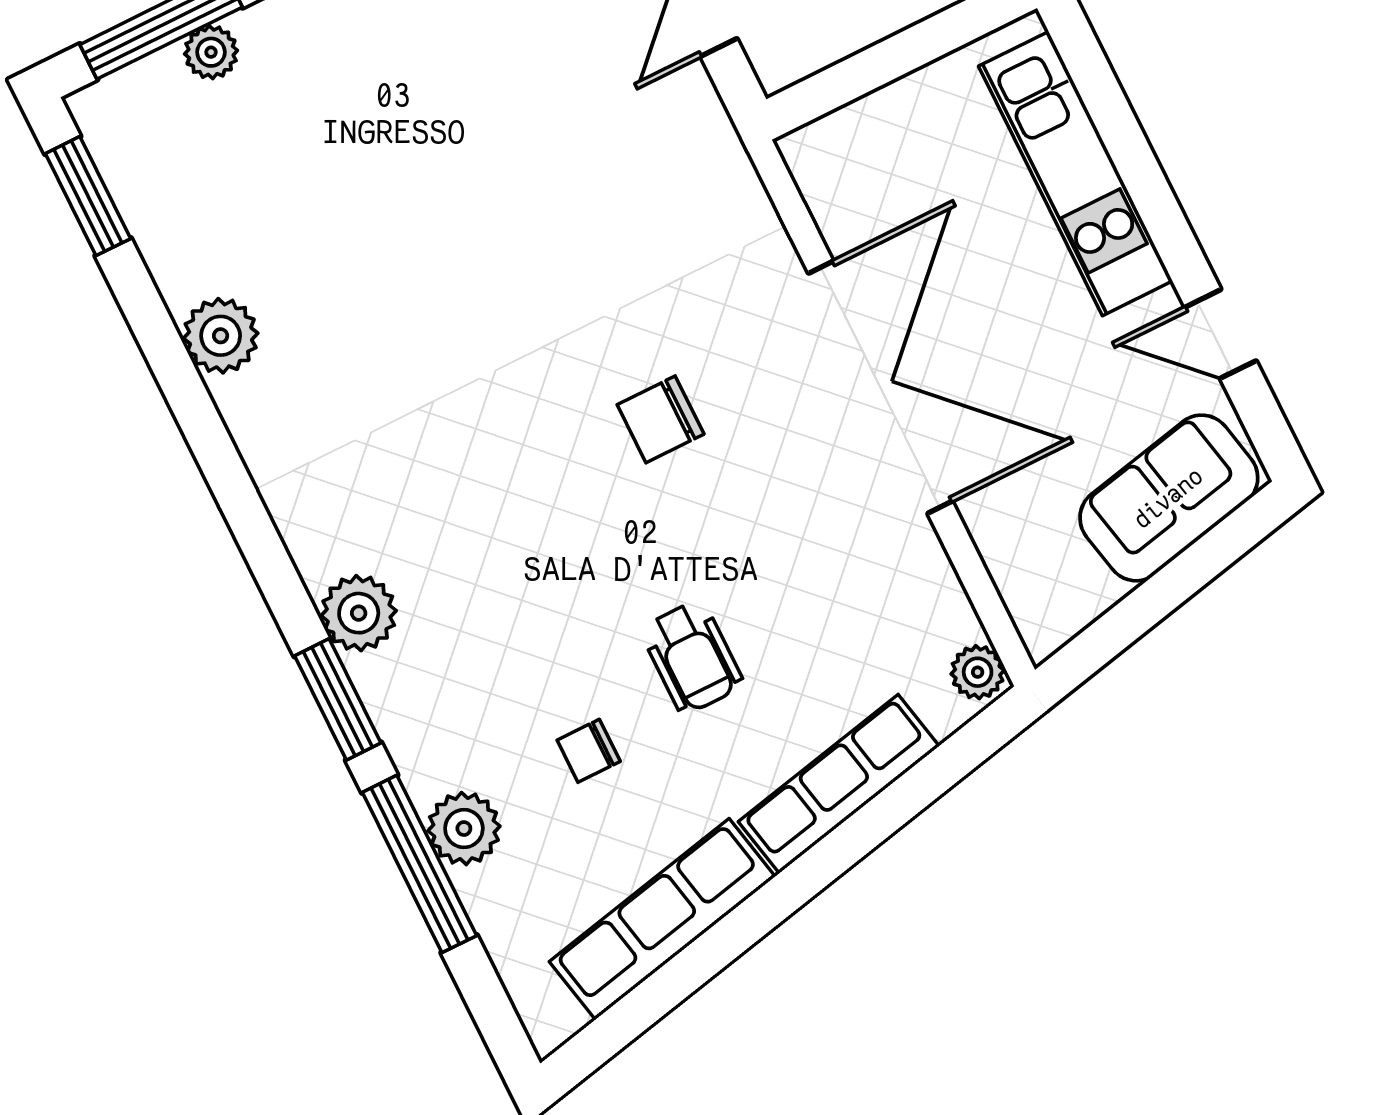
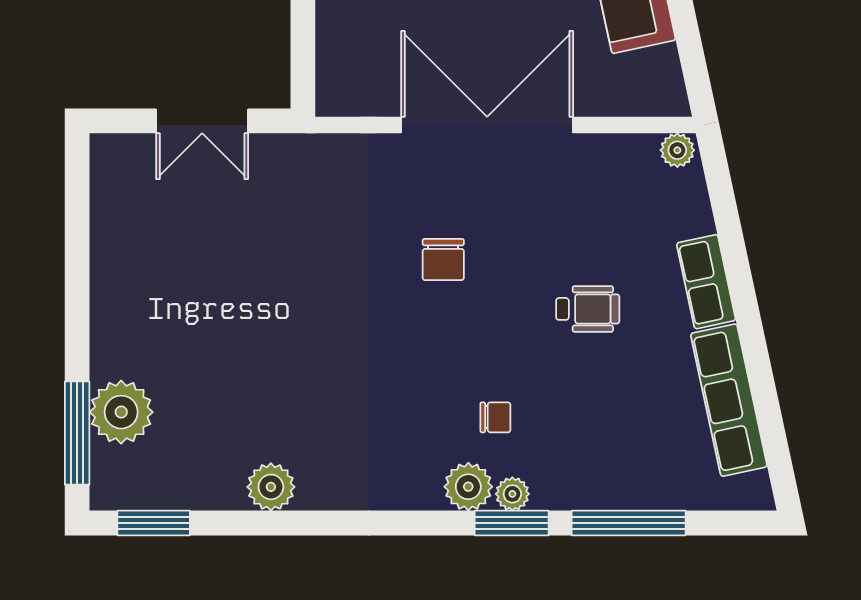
plant: (211, 52) -> (121, 412), width x1.88, depth x1.88
chair: (589, 751) -> (495, 417), moved, turned -90
row of seats: (839, 784) -> (706, 282), width x0.68
plant: (464, 829) -> (512, 494), moved, width x0.73, depth x0.73

